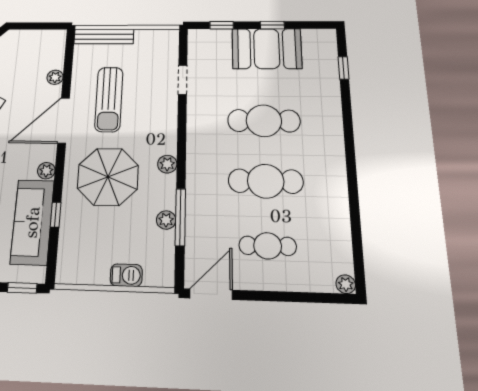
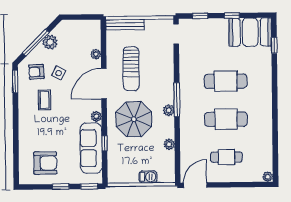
booth: (267, 49) -> (250, 32), moved
doorway: (183, 80) -> (176, 34), moved
window: (180, 217) -> (177, 100), moved

